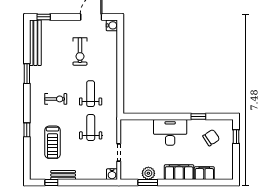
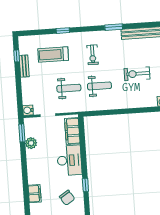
filing cabinet: (179, 172) -> (72, 131), moved, turned 180
window: (148, 183) -> (22, 133), moved

